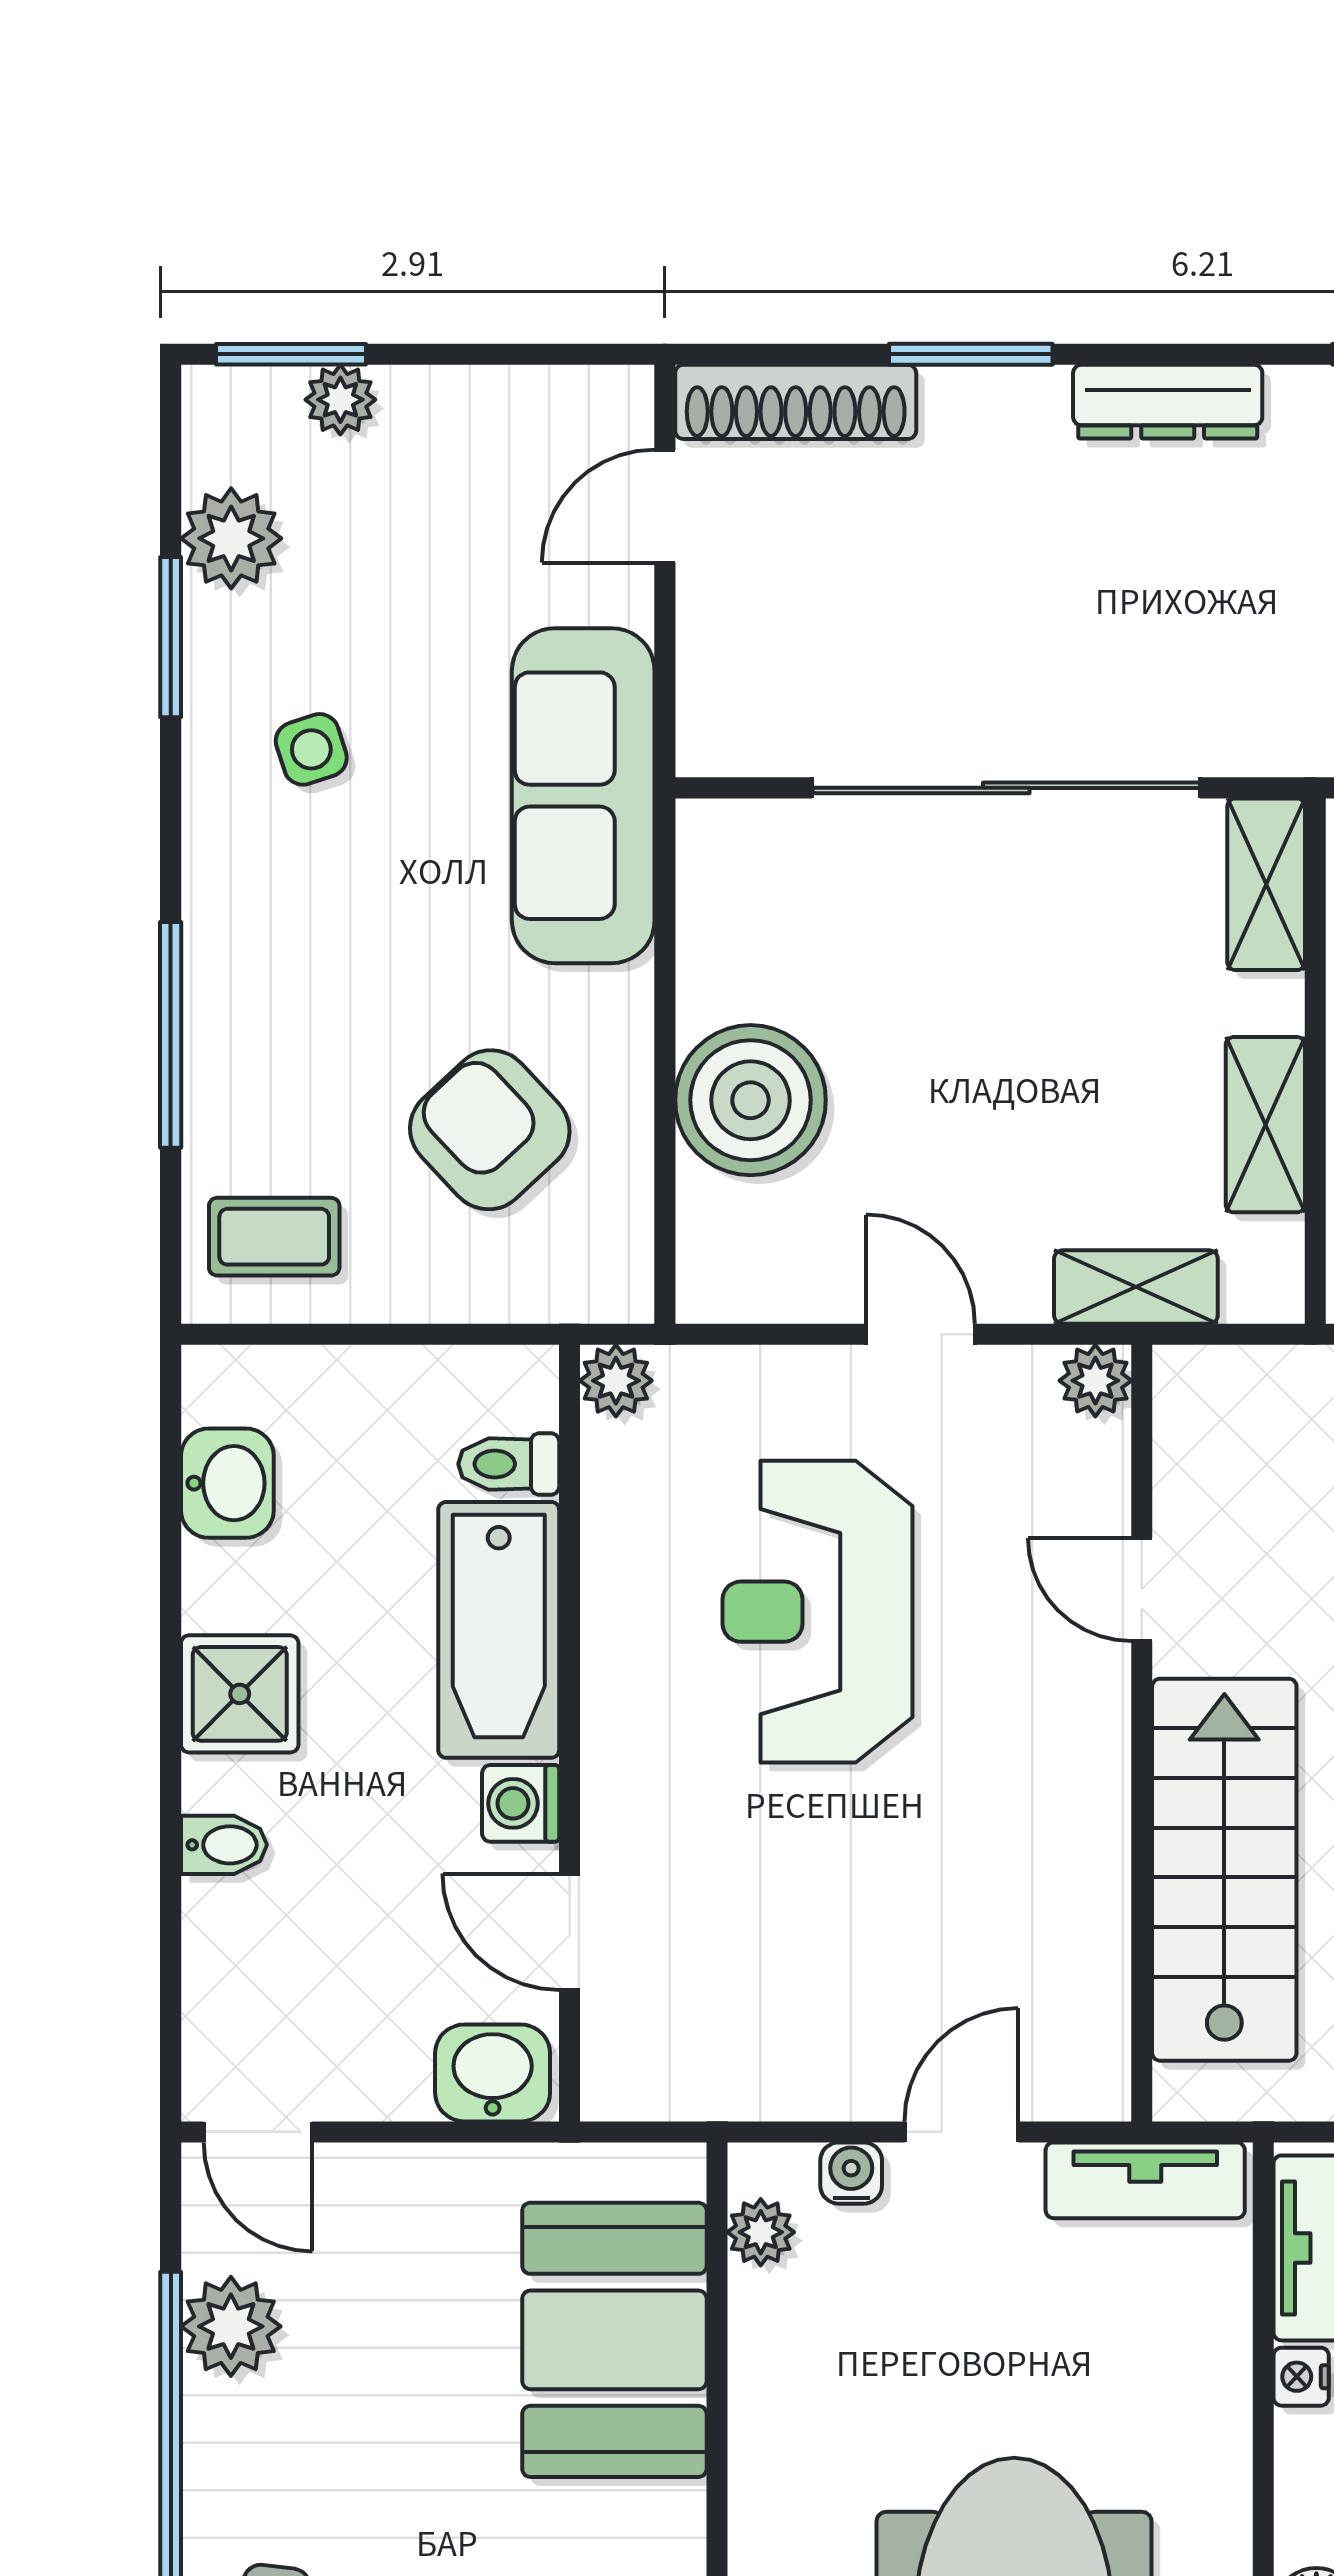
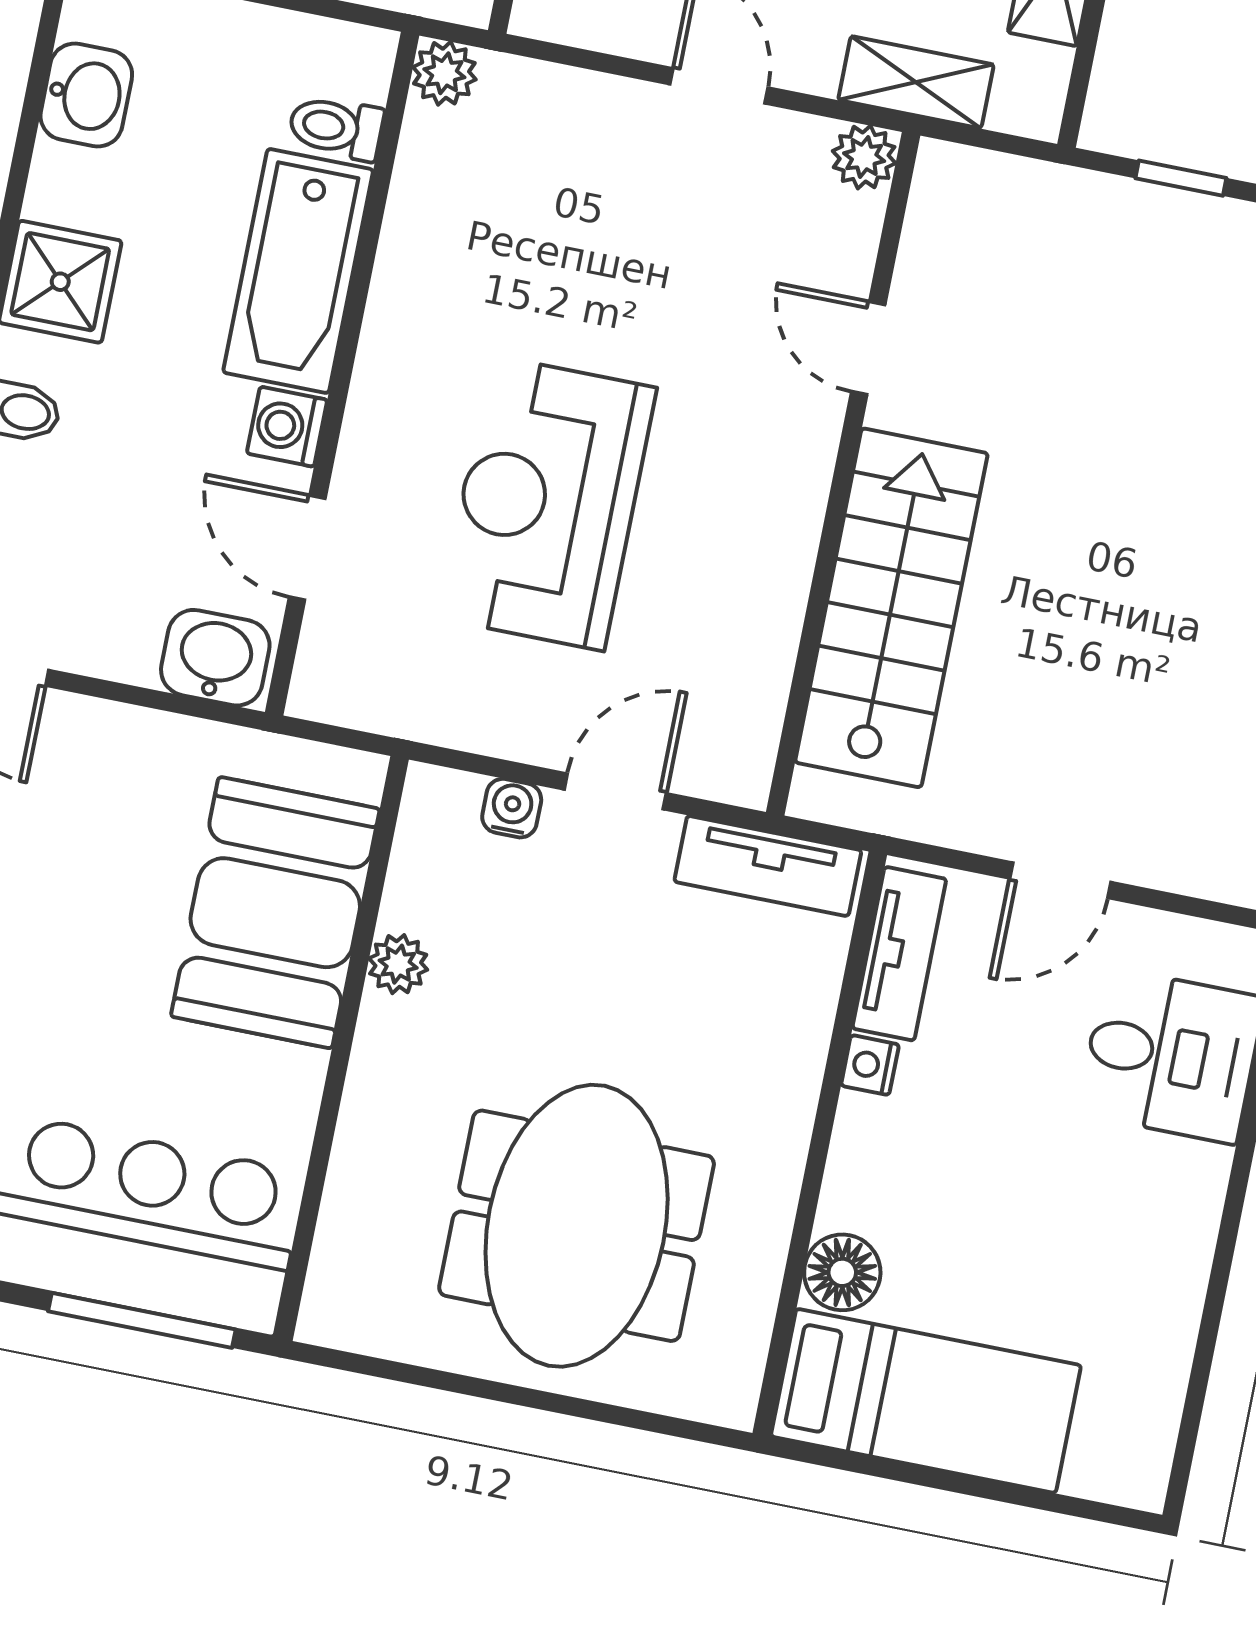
reception desk: (818, 1612) -> (548, 503), moved
plant: (761, 2232) -> (398, 964), moved

